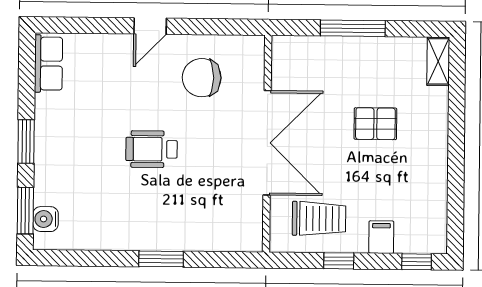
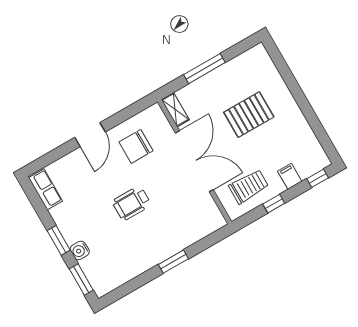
door: (150, 26) -> (90, 135), width x1.37
shelving: (438, 61) -> (175, 110), moved
pallet: (375, 124) -> (249, 115), width x1.50, depth x1.42
water cooler: (46, 219) -> (80, 250), moved

